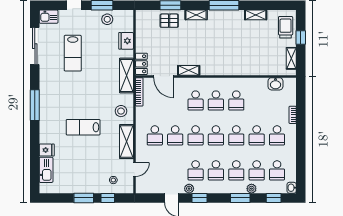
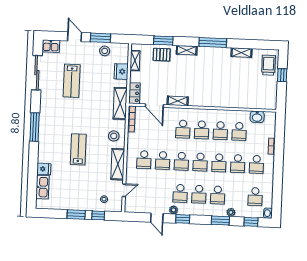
shelving: (291, 58) -> (135, 61), moved
lab bench: (83, 127) -> (78, 149), turned 90
school desk: (257, 170) -> (239, 131), moved

